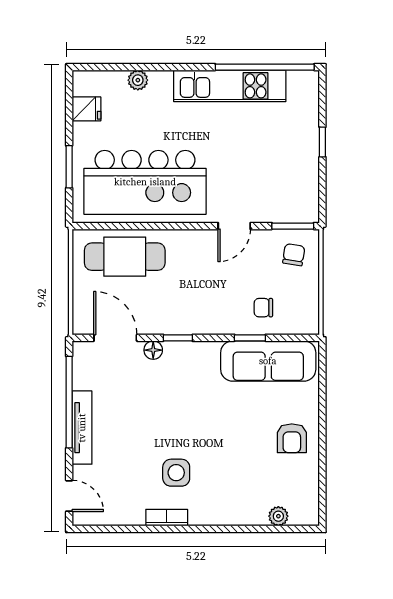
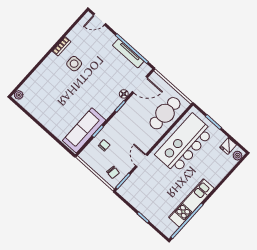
plant: (138, 80) -> (237, 156), moved
tv unit: (82, 428) -> (128, 53), moved
armchair: (292, 438) -> (50, 114), removed
plant: (278, 516) -> (19, 95), moved

